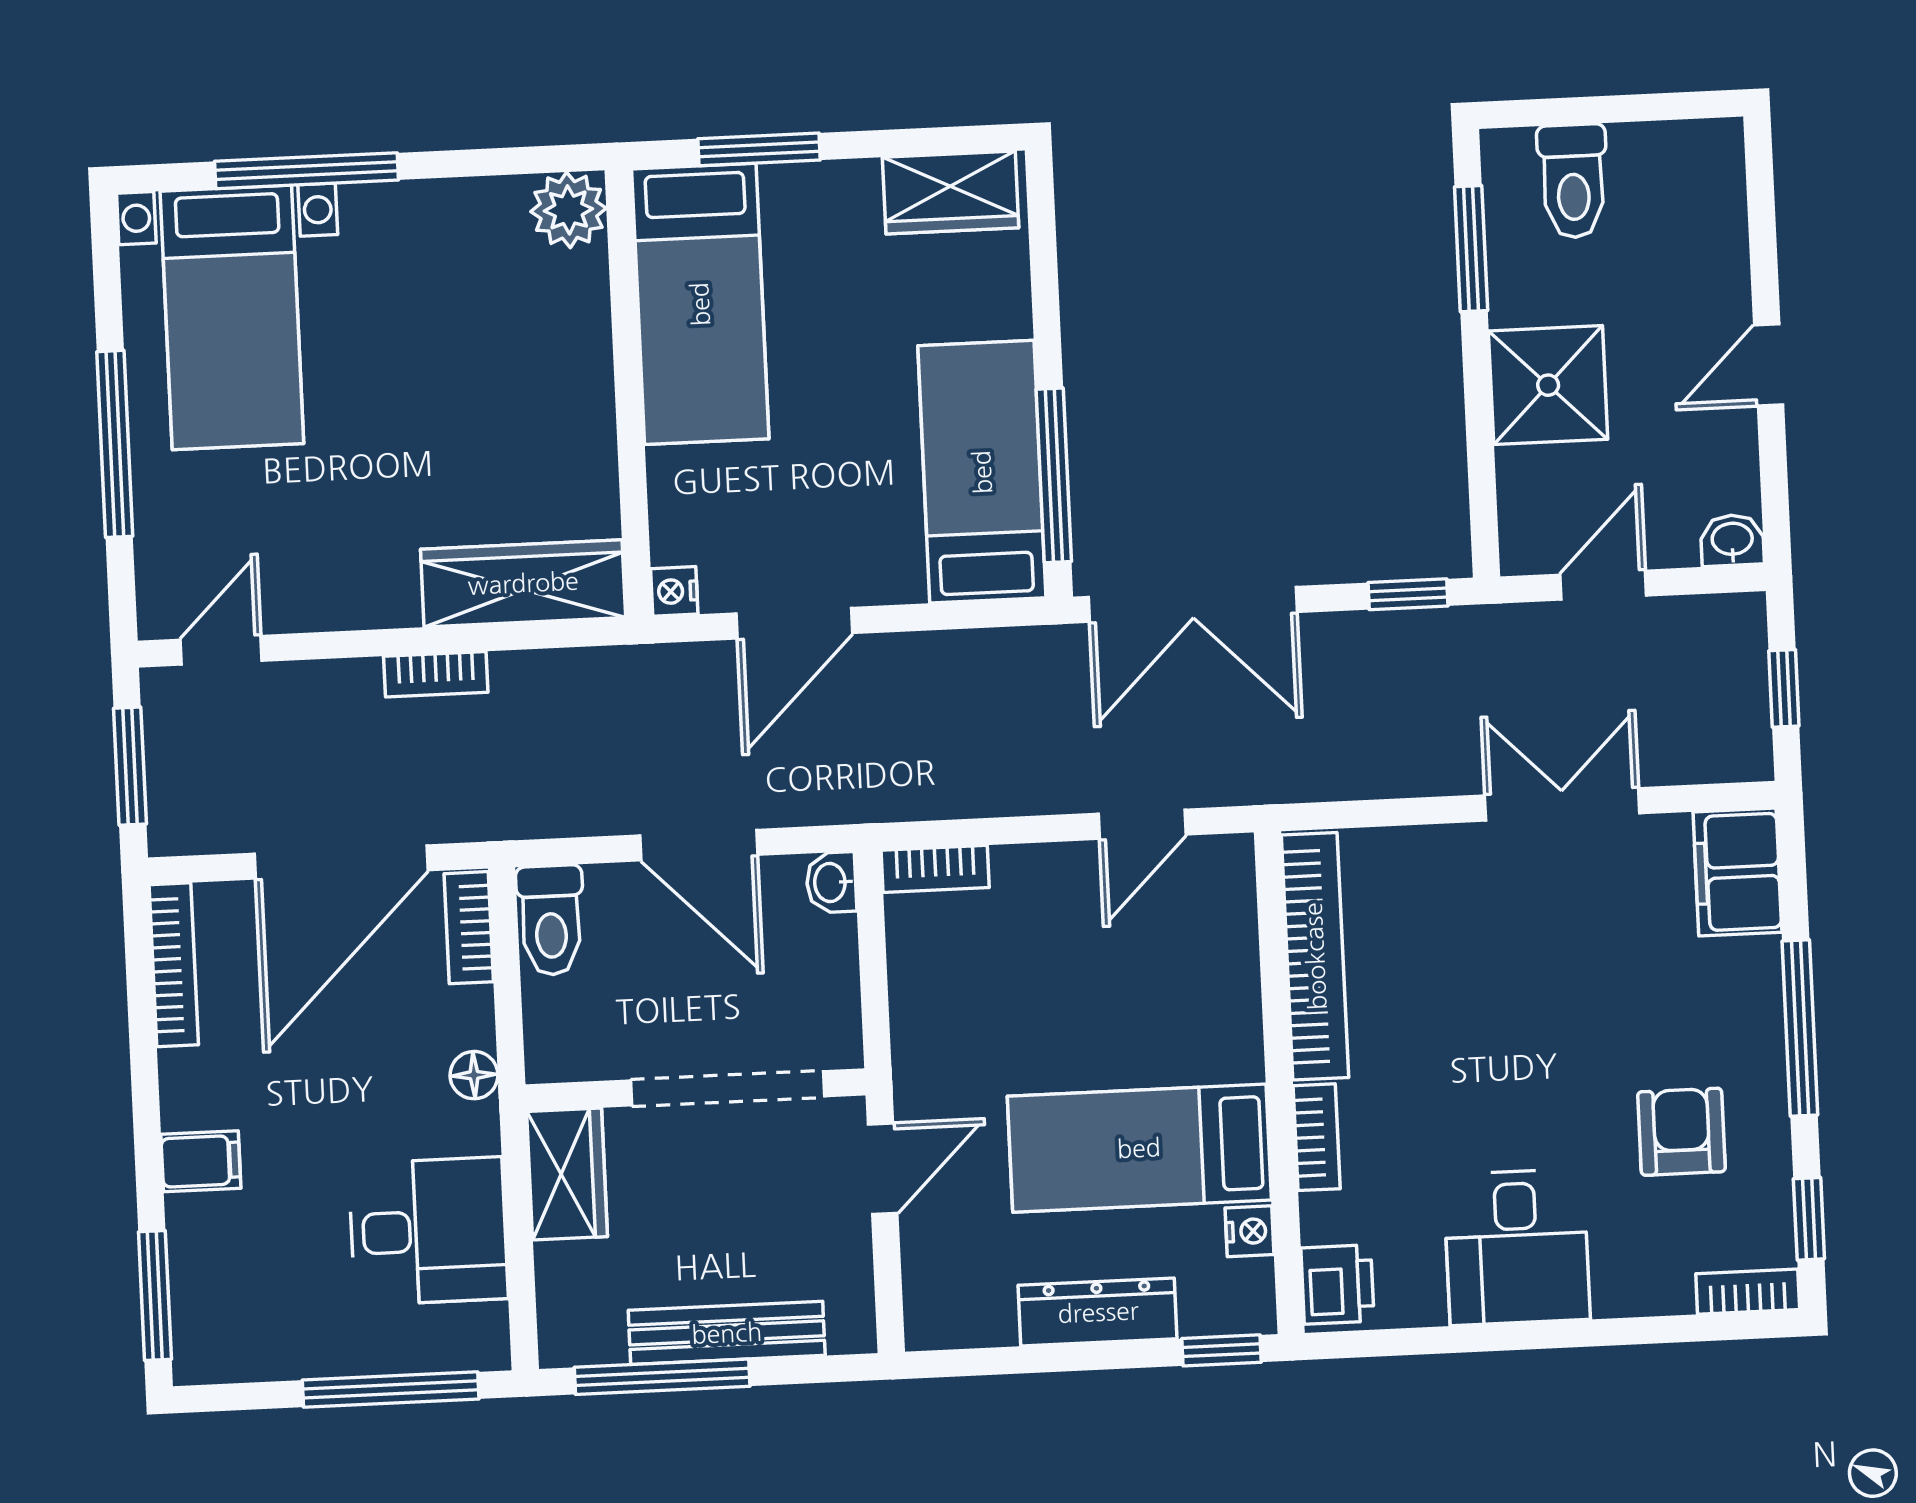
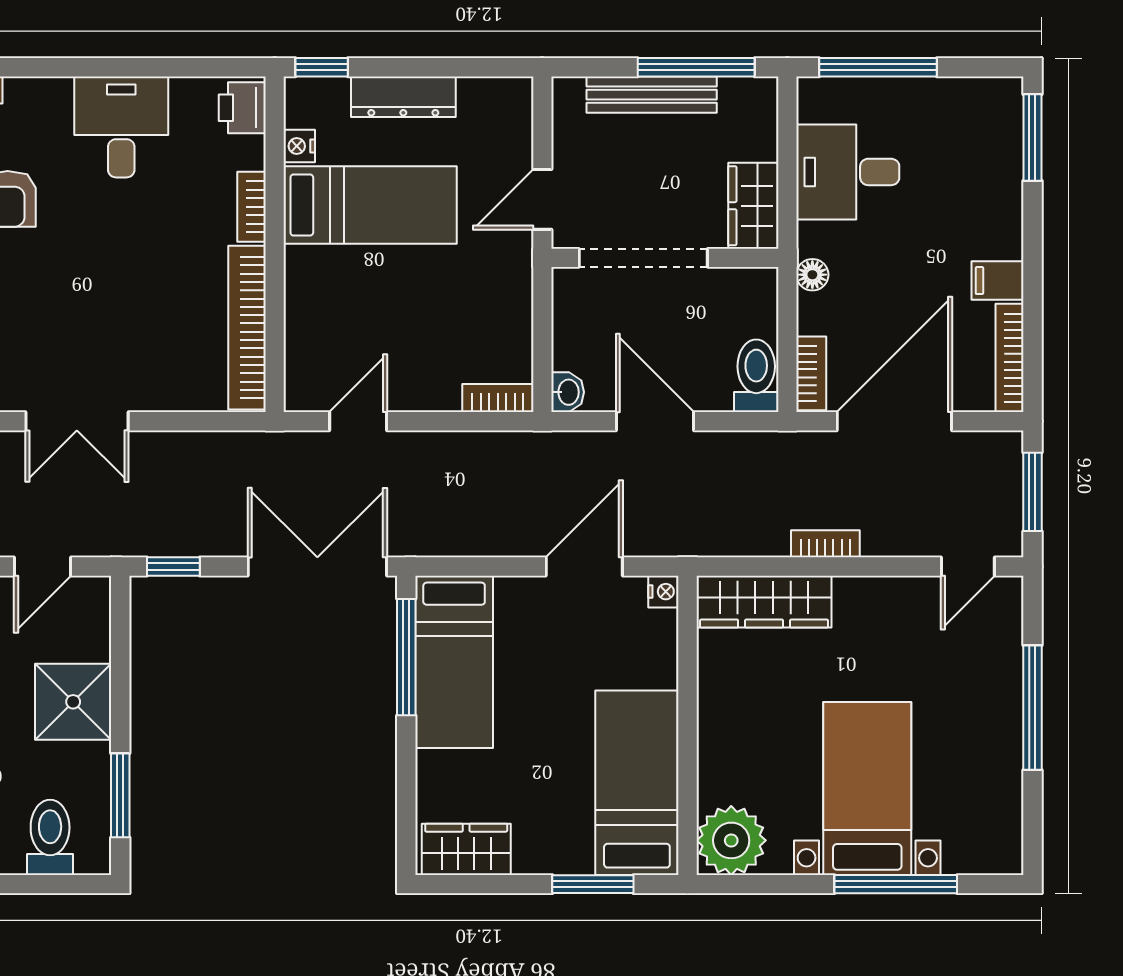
plant: (568, 210) -> (731, 840), width x1.36, depth x1.36
bed with nightstands: (232, 317) -> (867, 788), moved
filing cabinet: (201, 1161) -> (998, 281), moved

